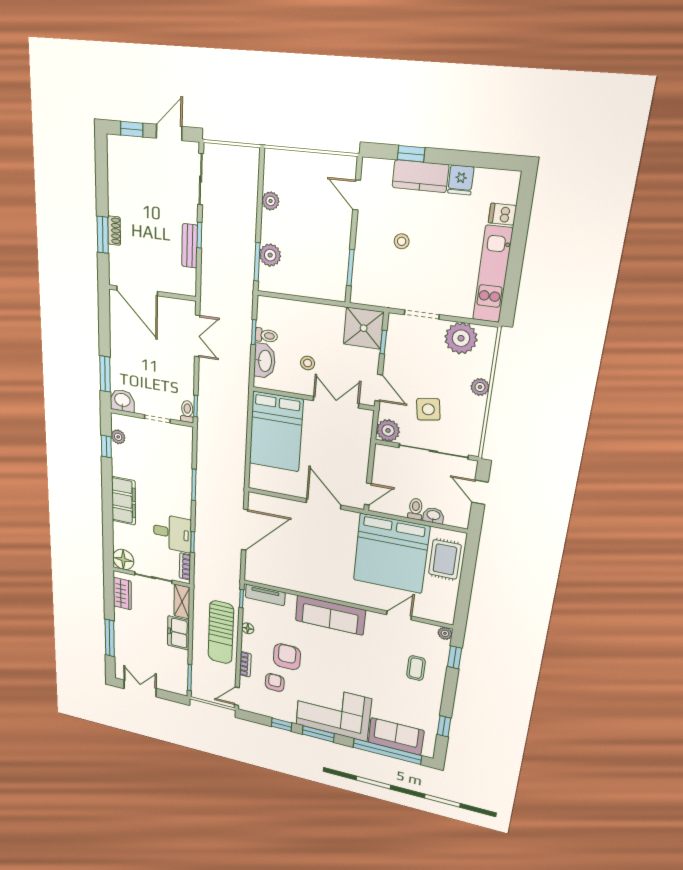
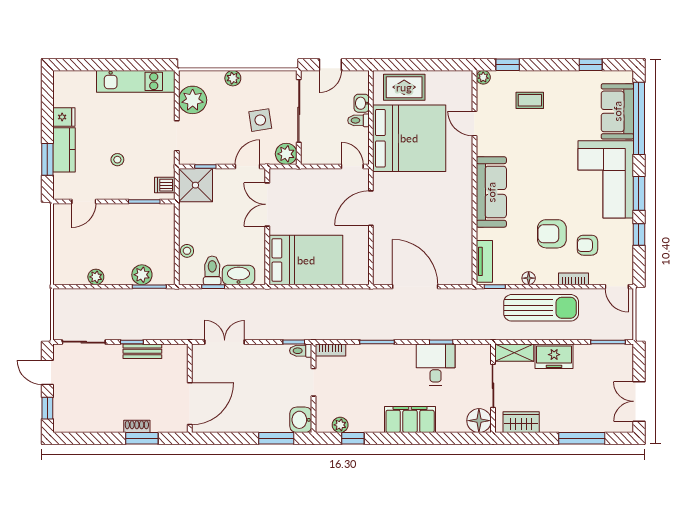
window: (411, 154) -> (47, 159), width x1.50
dishwasher: (502, 214) -> (165, 185), moved, turned 90
toilet: (266, 336) -> (212, 270), width x1.37, depth x1.39
stool: (308, 363) -> (187, 251), moved
bookcase: (185, 566) -> (331, 350), moved

